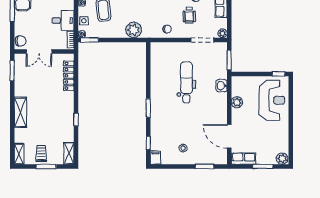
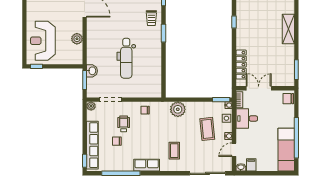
double door: (39, 52) -> (259, 88), moved
washbasin: (222, 86) -> (92, 71), moved
trolley: (161, 123) -> (151, 18), added

